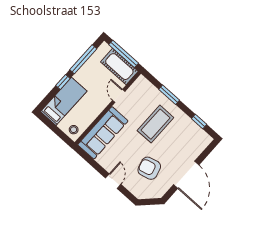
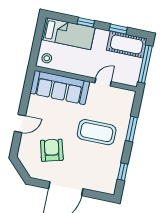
window: (83, 59) -> (118, 29), width x0.46
cot: (119, 67) -> (127, 44), moved, turned 90

